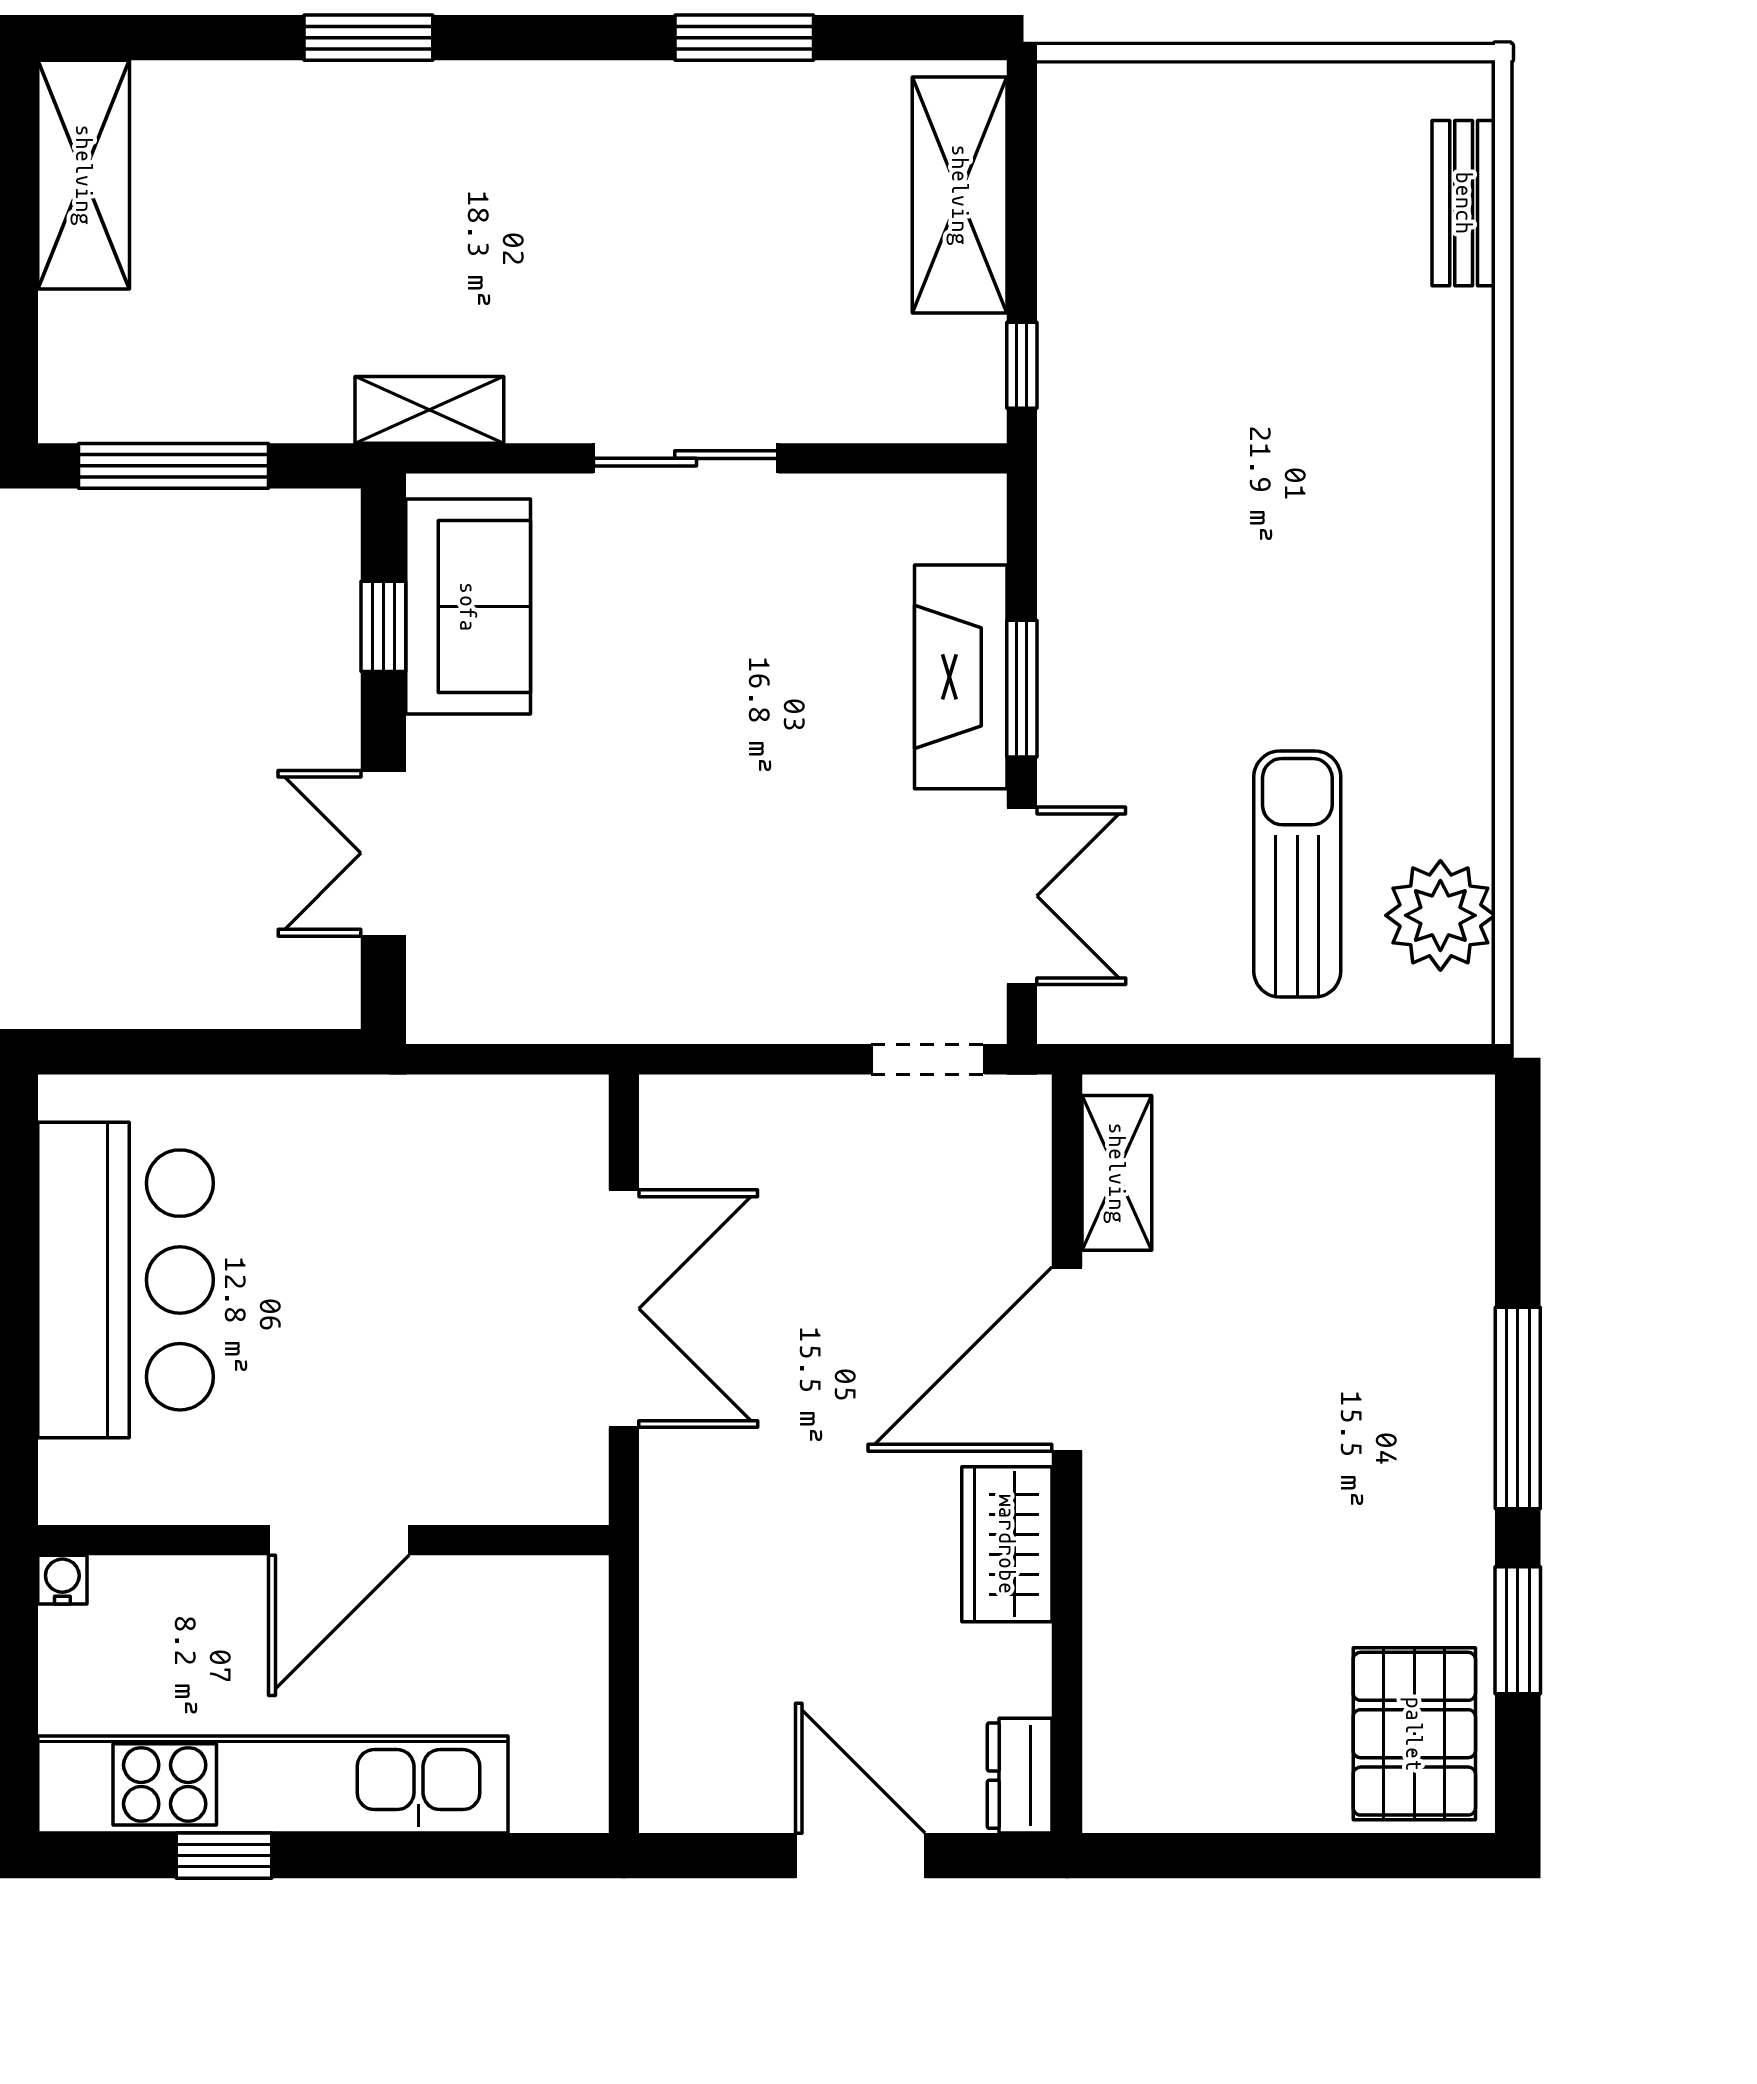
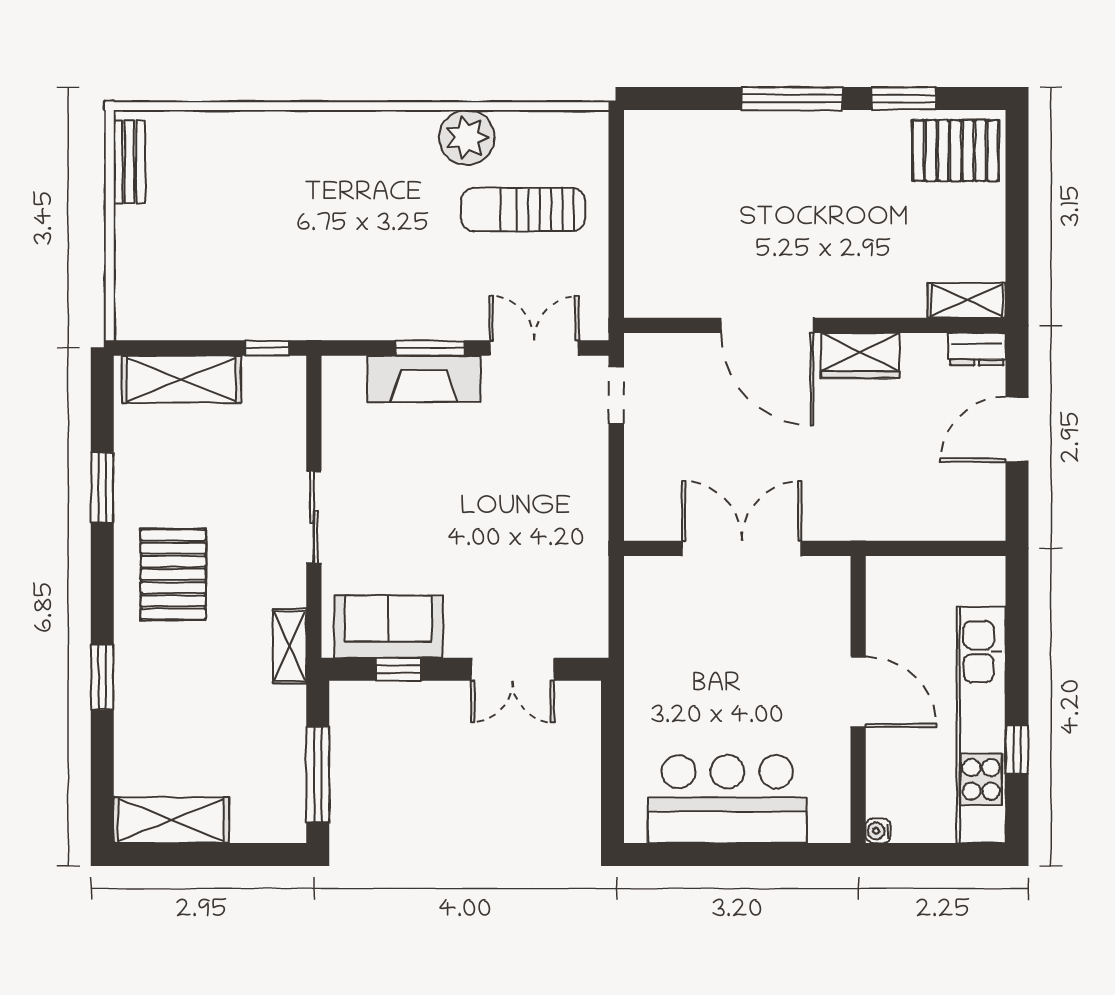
pallet: (572, 179) -> (173, 575), added
bench: (1464, 203) -> (129, 162), moved, turned 90
plant: (1440, 915) -> (467, 137), moved
shelving: (1117, 1173) -> (967, 300), moved

